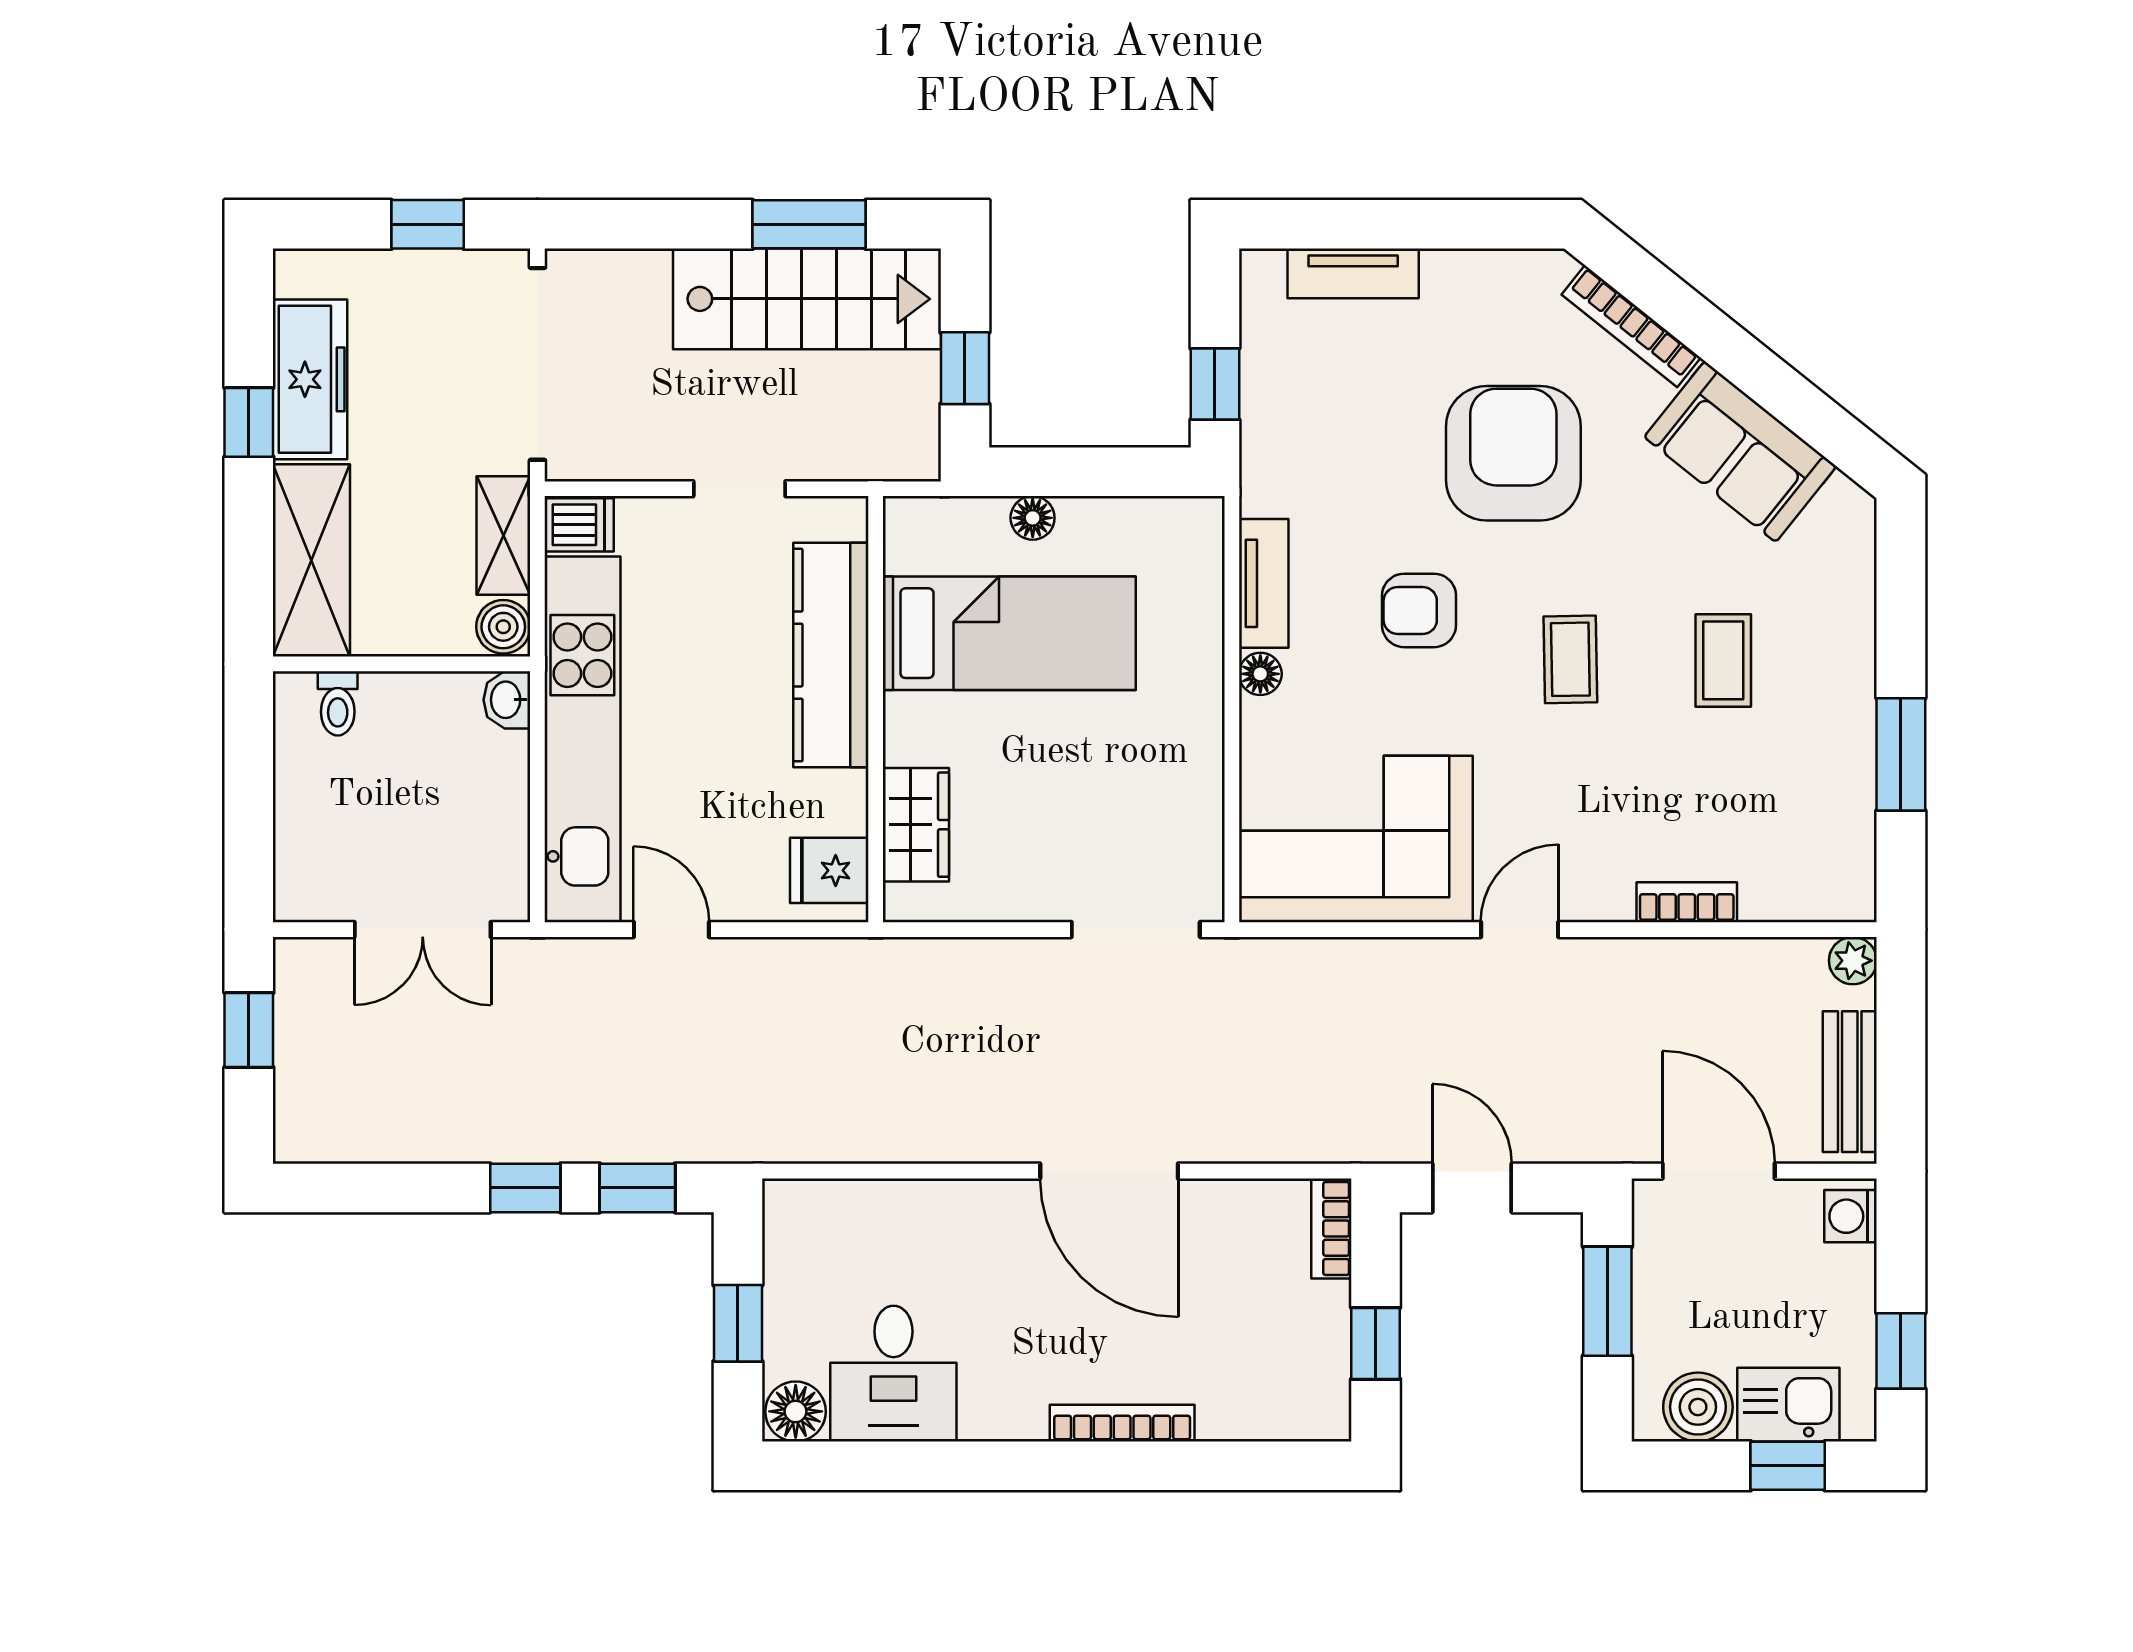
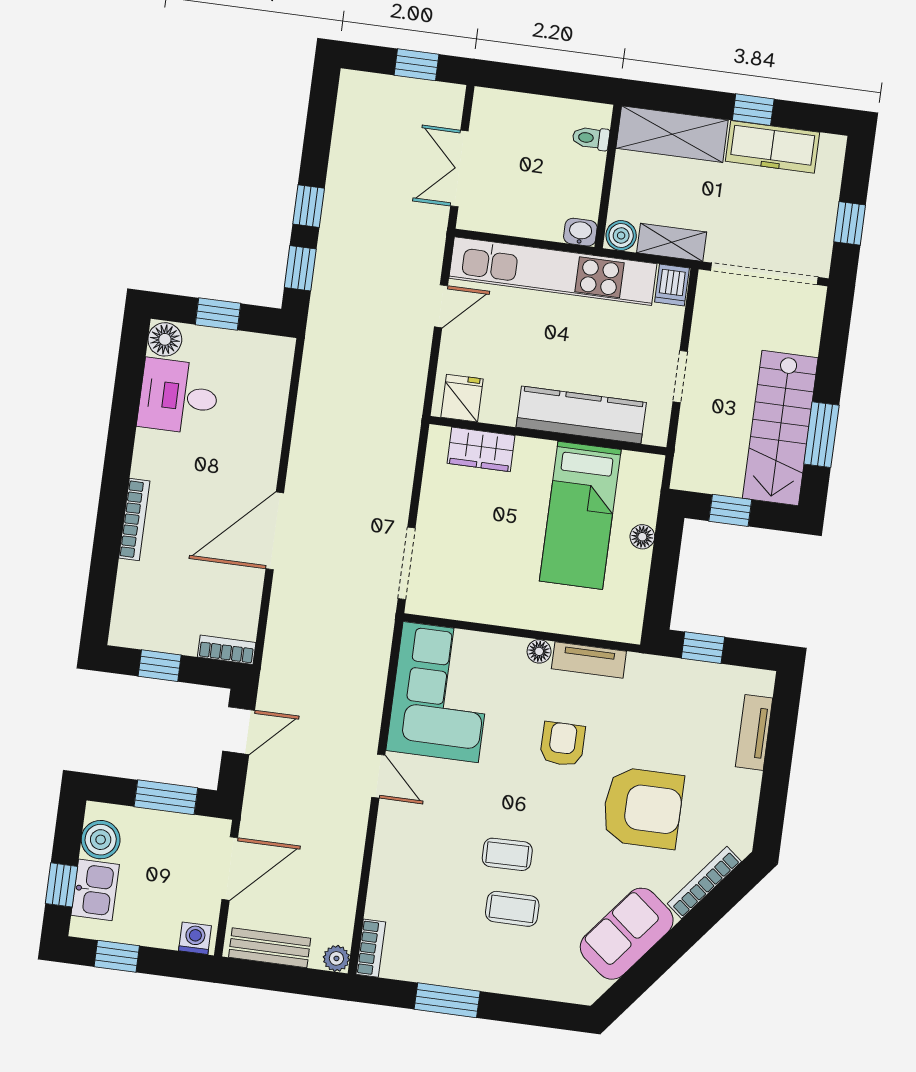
coffee table: (1570, 659) -> (507, 854), moved
bookcase: (1687, 902) -> (371, 948), moved

